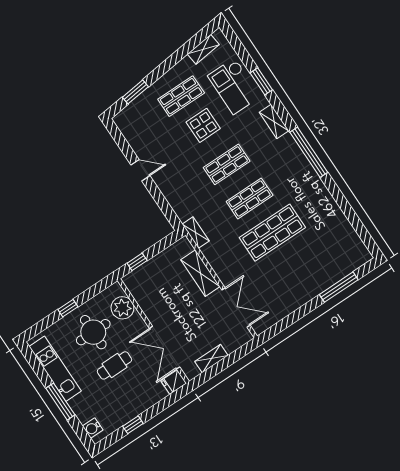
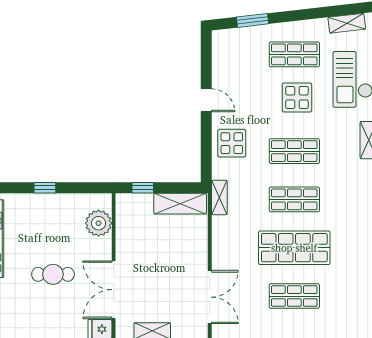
display table: (179, 188) -> (232, 143), added
shop shelf: (295, 267) -> (294, 296), added
shelving: (200, 273) -> (180, 204), moved, turned 90
round table: (93, 332) -> (54, 228), removed

